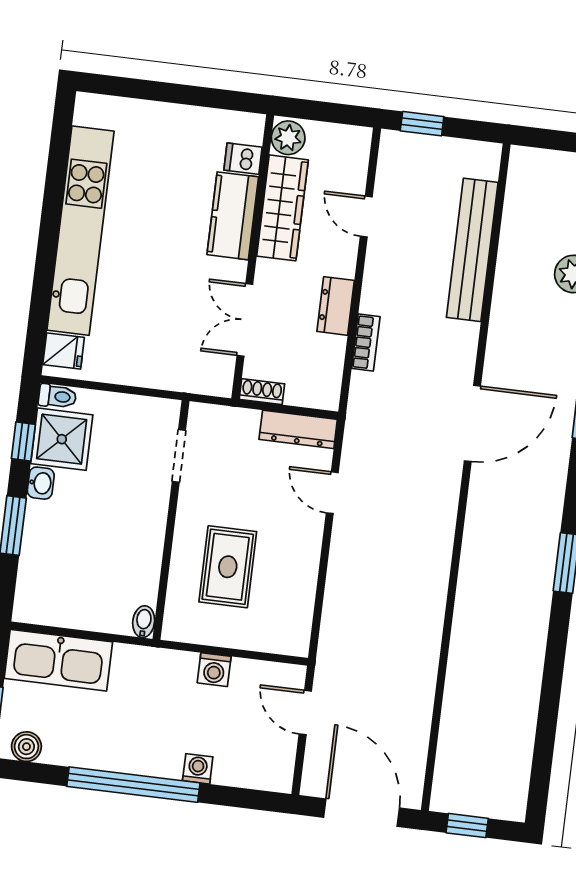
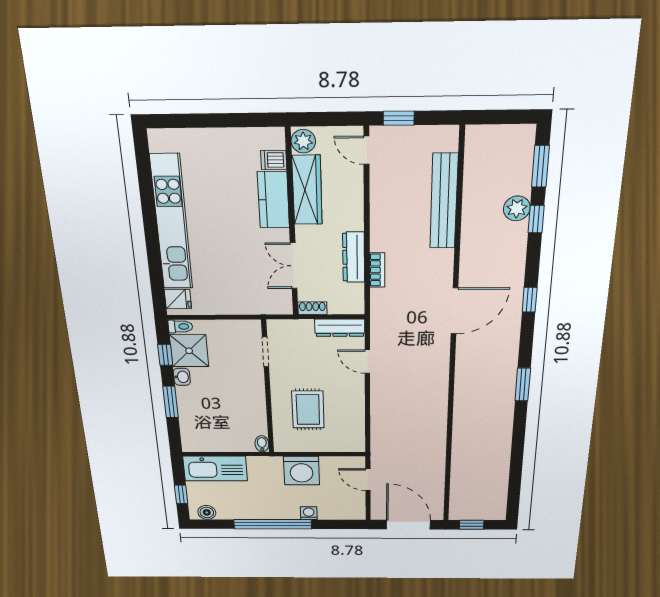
door: (366, 217) -> (366, 150), moved
dresser: (336, 306) -> (354, 257), width x1.44
washing machine: (214, 670) -> (301, 471), width x1.89, depth x1.89

